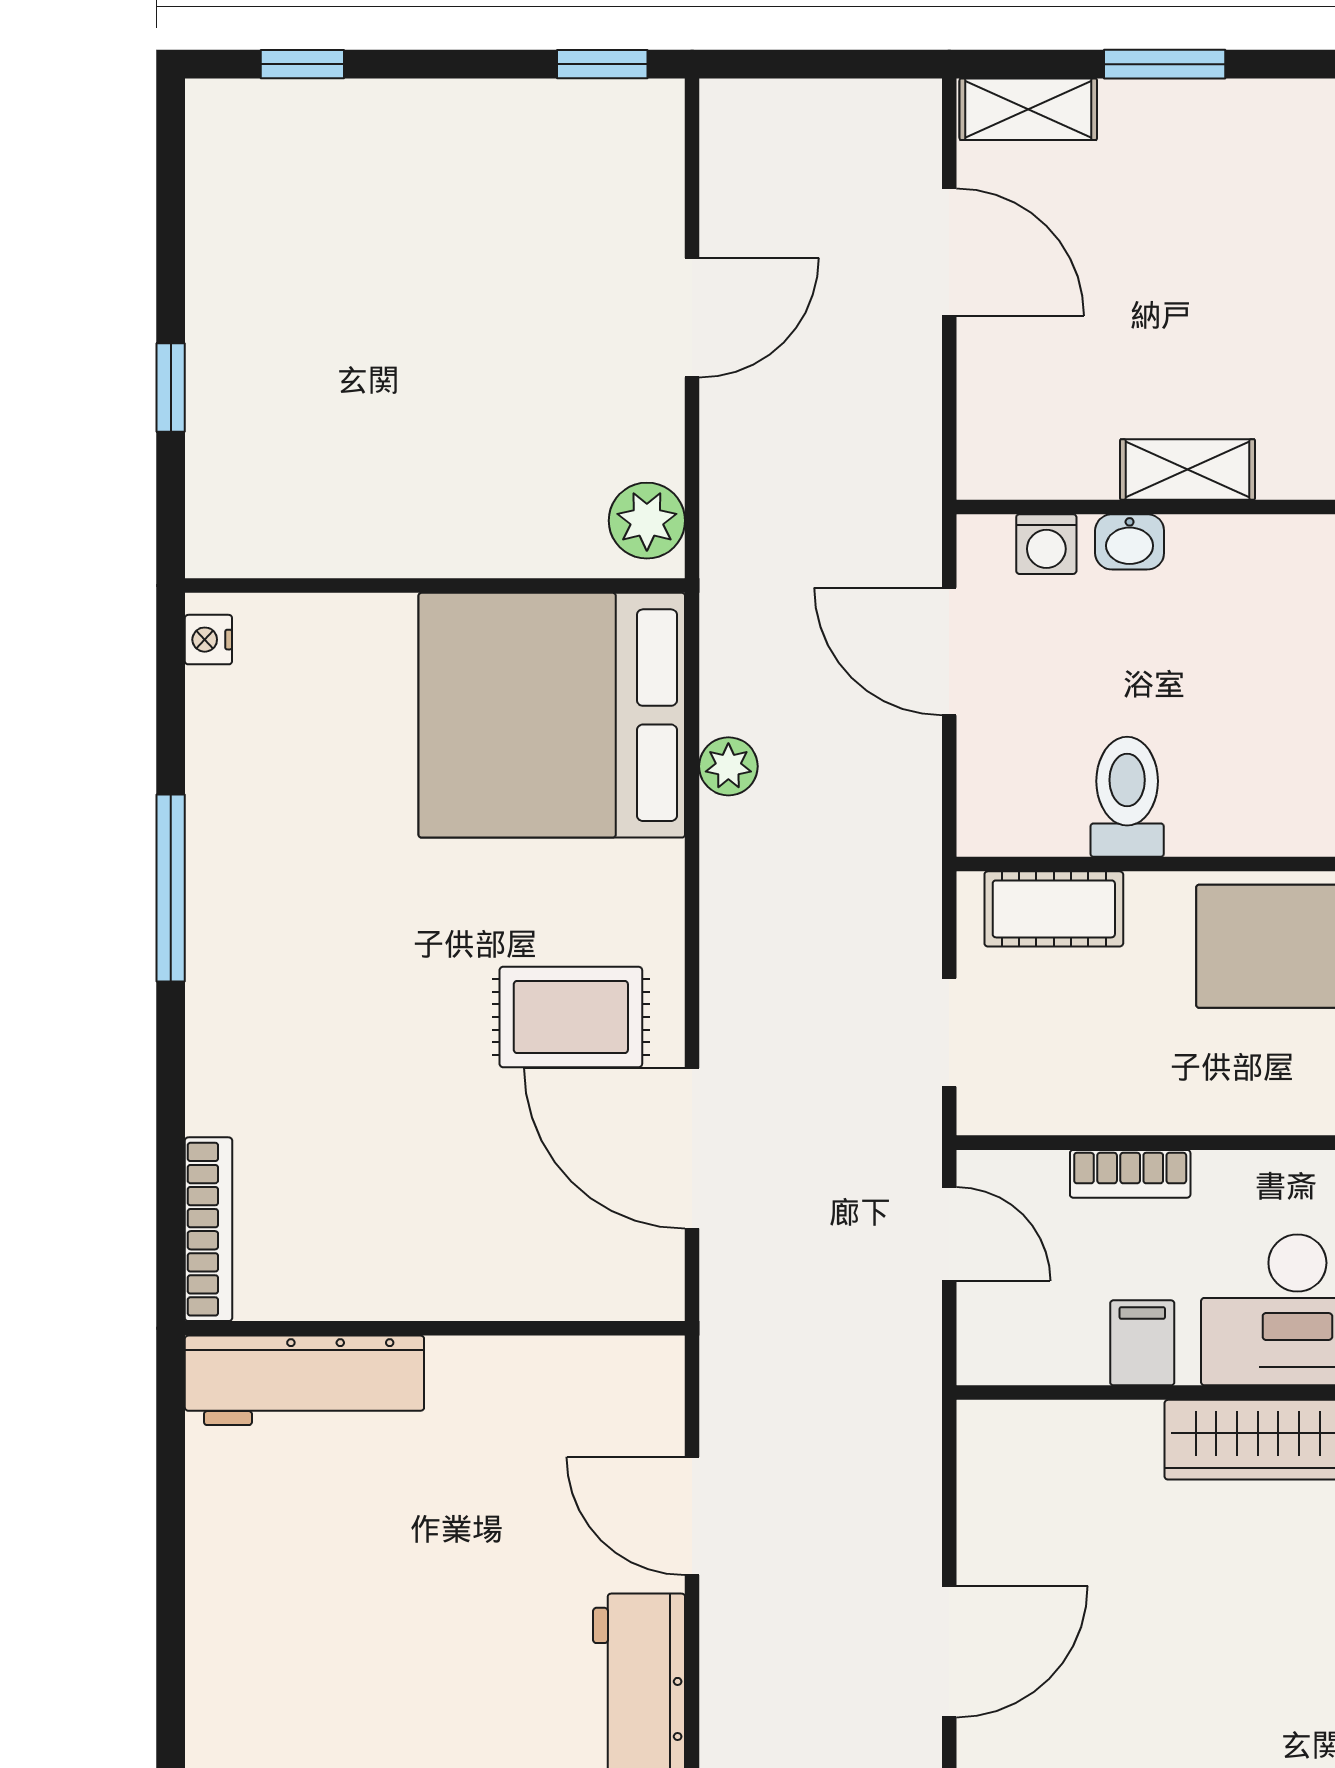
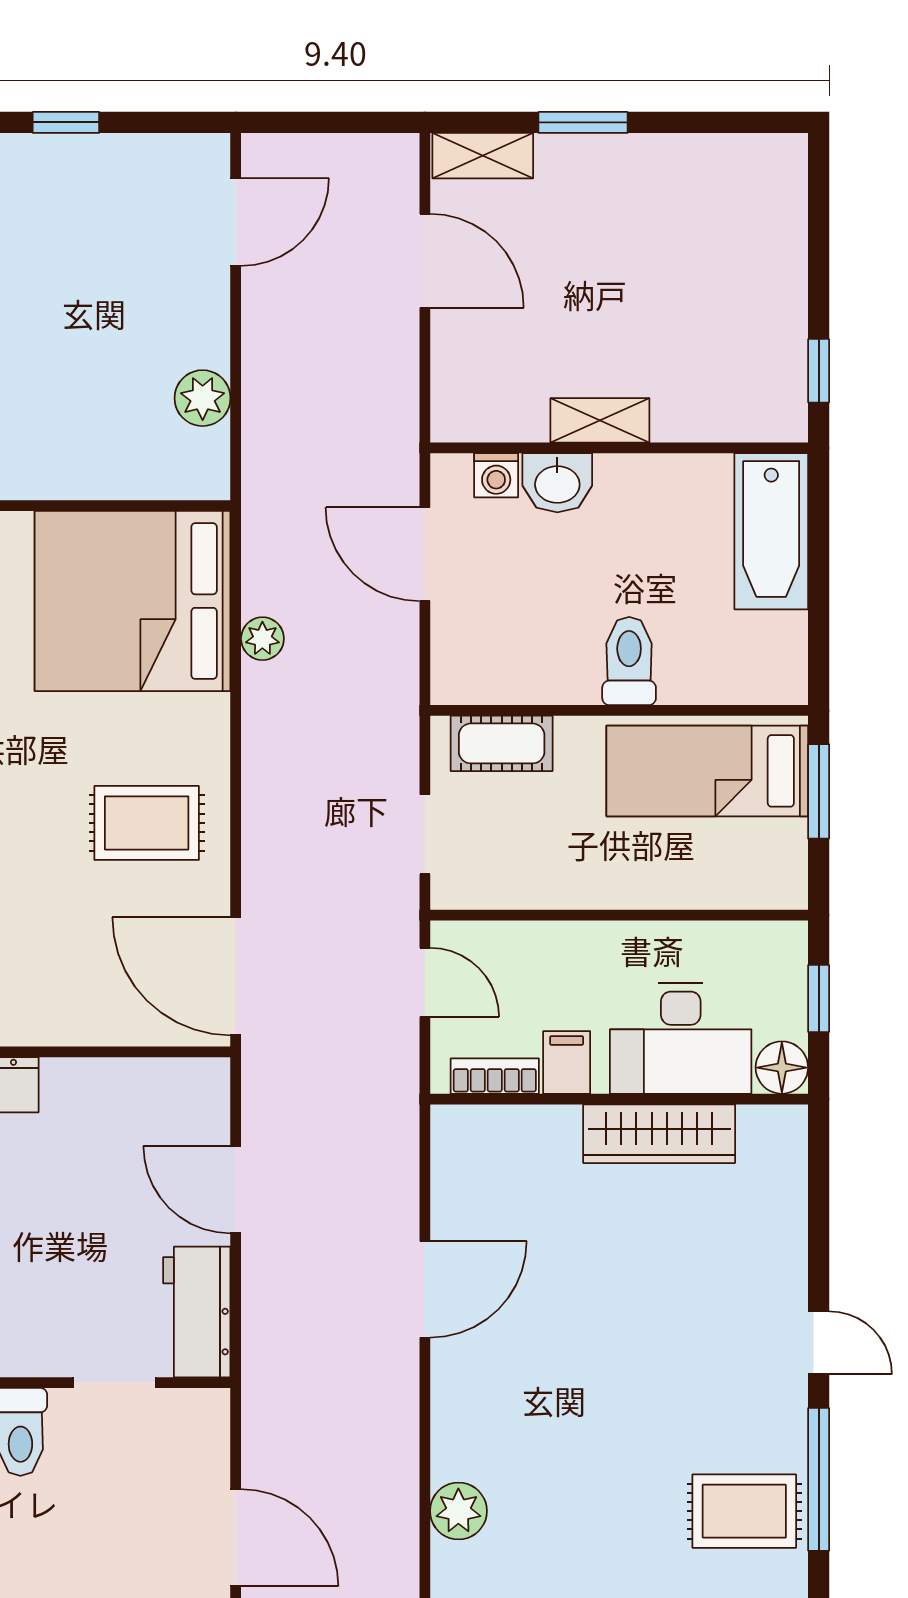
window: (602, 64) -> (66, 122), moved
door: (692, 318) -> (236, 222), moved
plant: (647, 521) -> (203, 398), moved
washbasin: (1130, 542) -> (557, 483), width x1.38, depth x1.45
toilet: (1127, 797) -> (629, 661), moved
door: (692, 1148) -> (236, 976), moved
bookcase: (1130, 1174) -> (495, 1076), moved, turned 180

